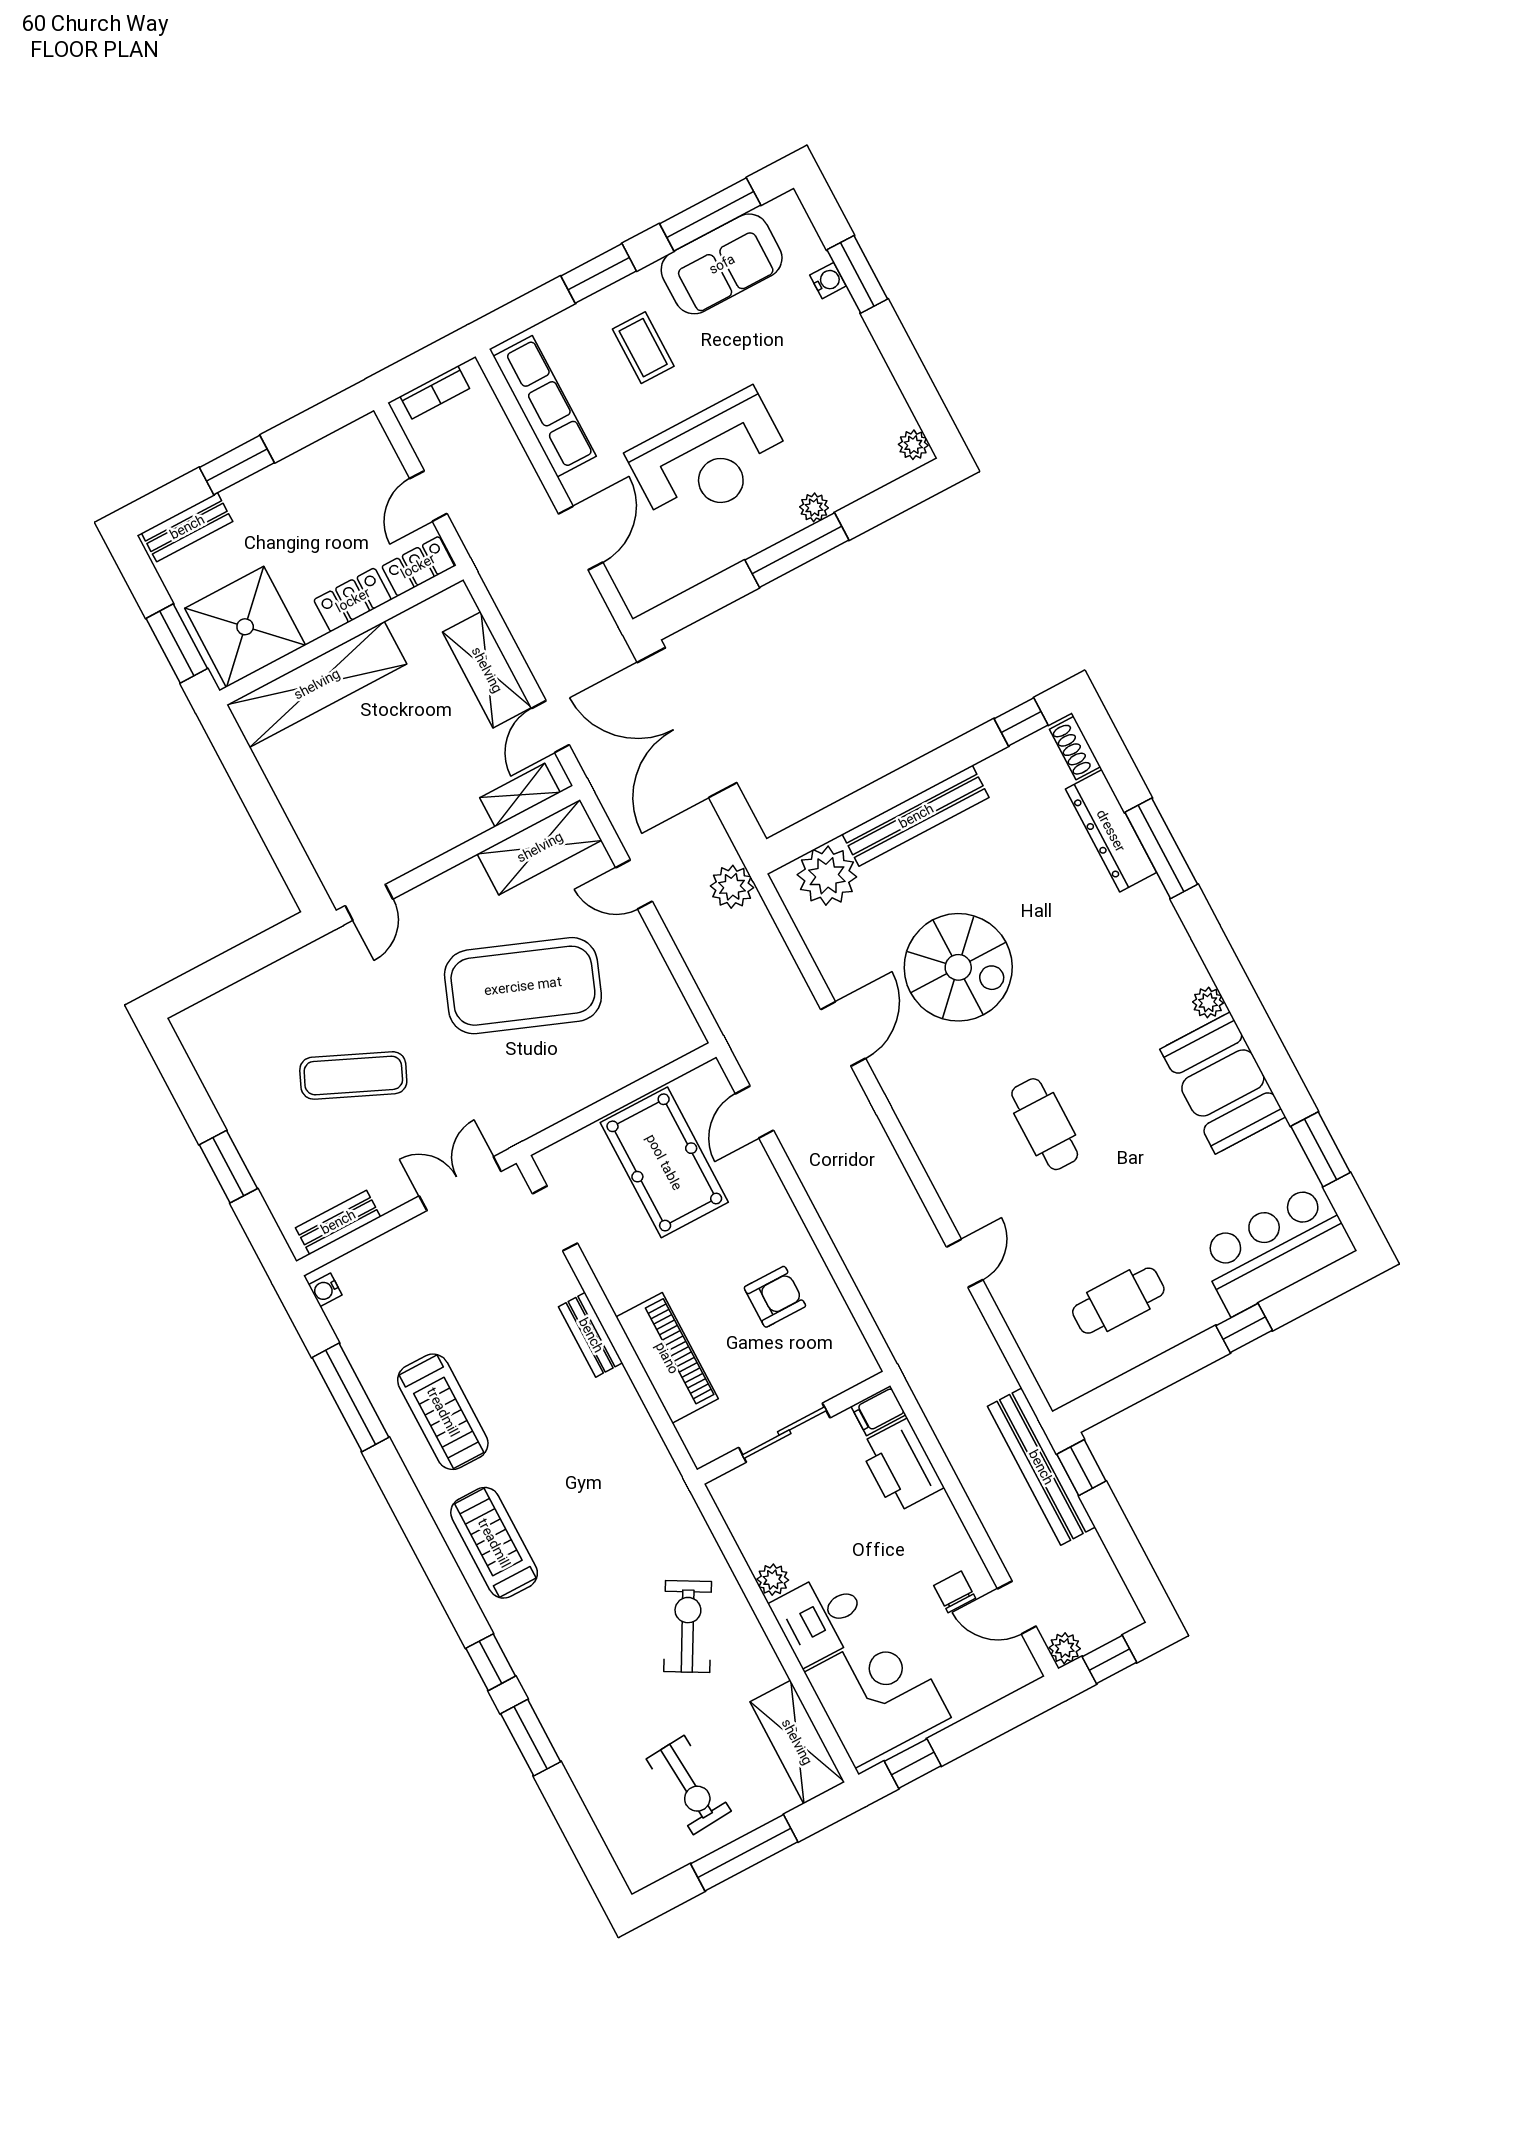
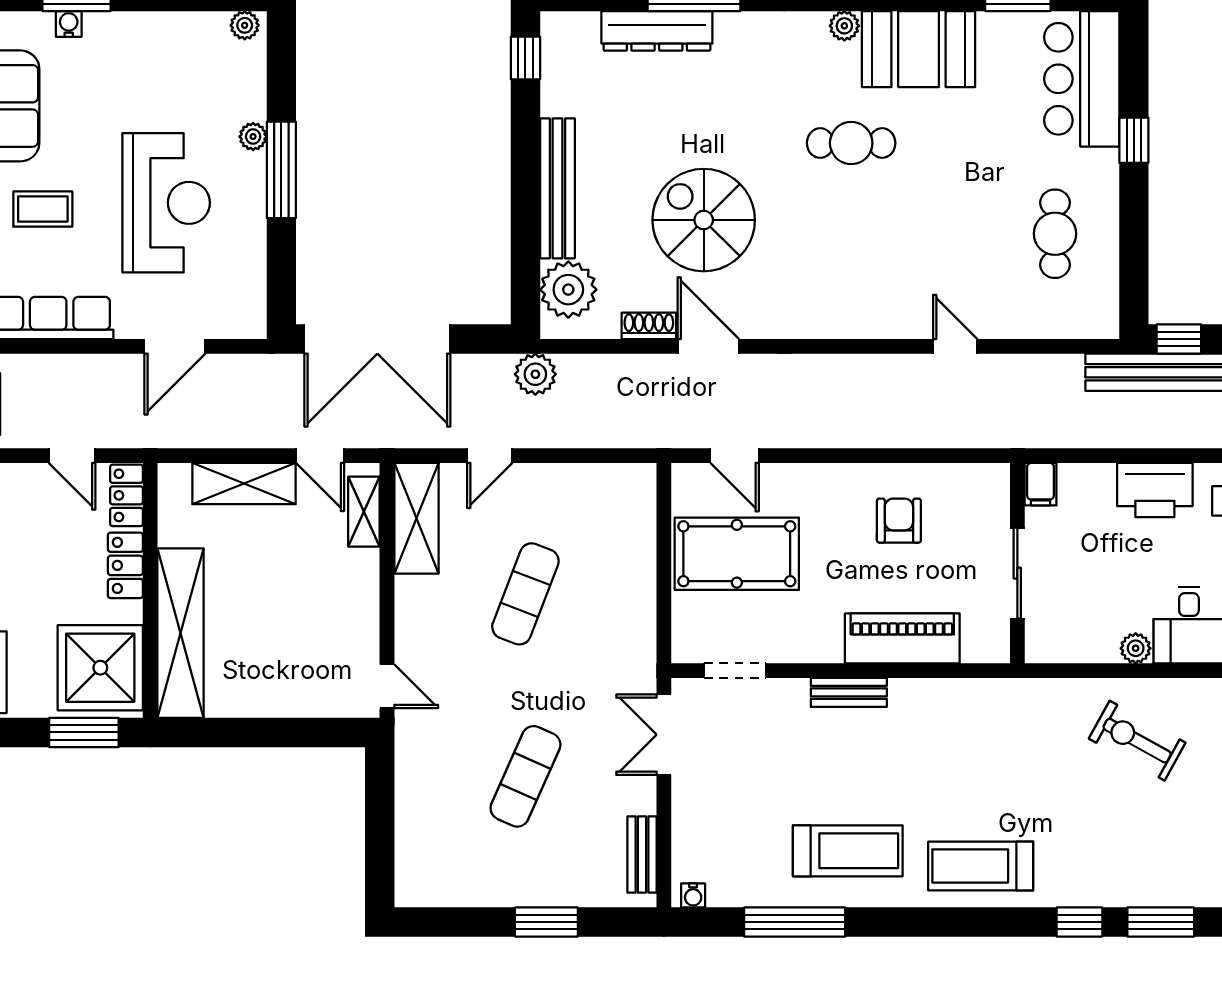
door: (581, 538) -> (175, 346), swing flipped
shoe rack: (1075, 748) -> (649, 326), moved, turned 180
spiral stairs: (958, 967) -> (704, 220), turned -90
exercise mat: (523, 986) -> (525, 594), width x0.50, depth x0.69
cafe table: (1045, 1124) -> (851, 143), moved
printer: (901, 1466) -> (1155, 490), moved

